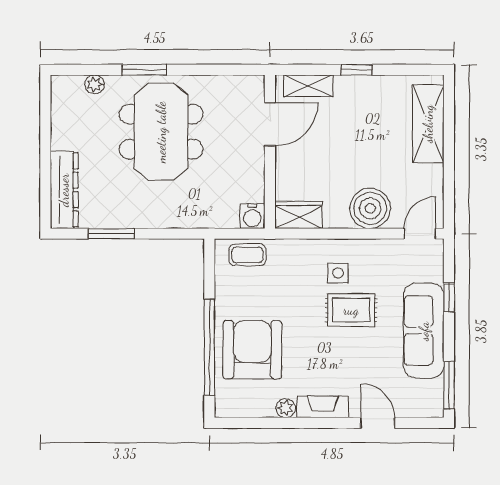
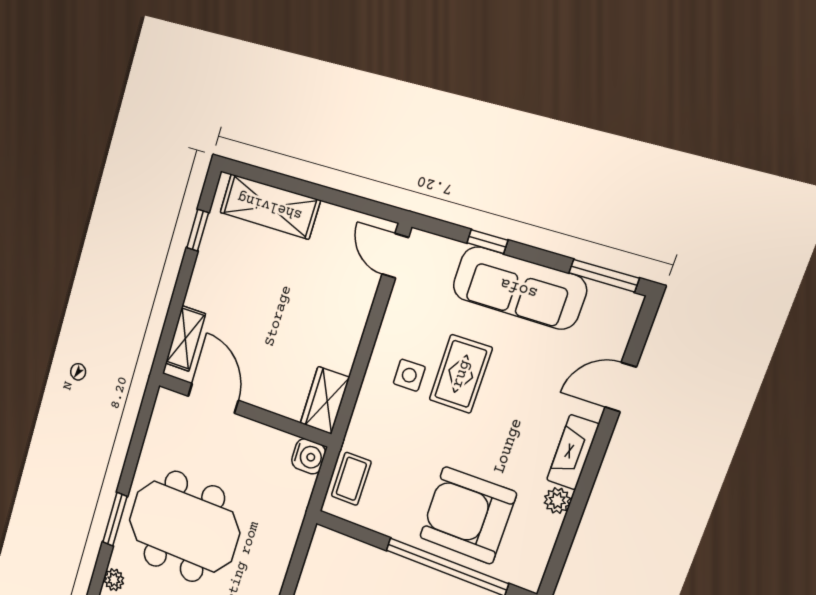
window: (357, 70) -> (198, 230), moved
boiler: (370, 208) -> (345, 309), removed

